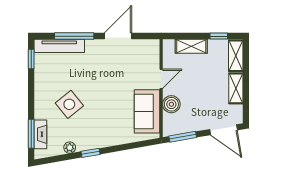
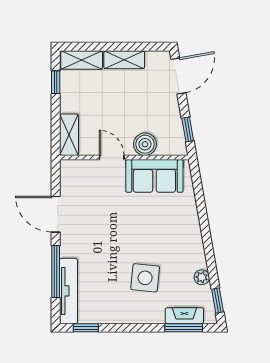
shelving: (191, 46) -> (69, 135), moved
side table: (69, 104) -> (145, 278), turned 45
window: (183, 137) -> (188, 129), width x0.67
window: (91, 153) -> (218, 300), moved

